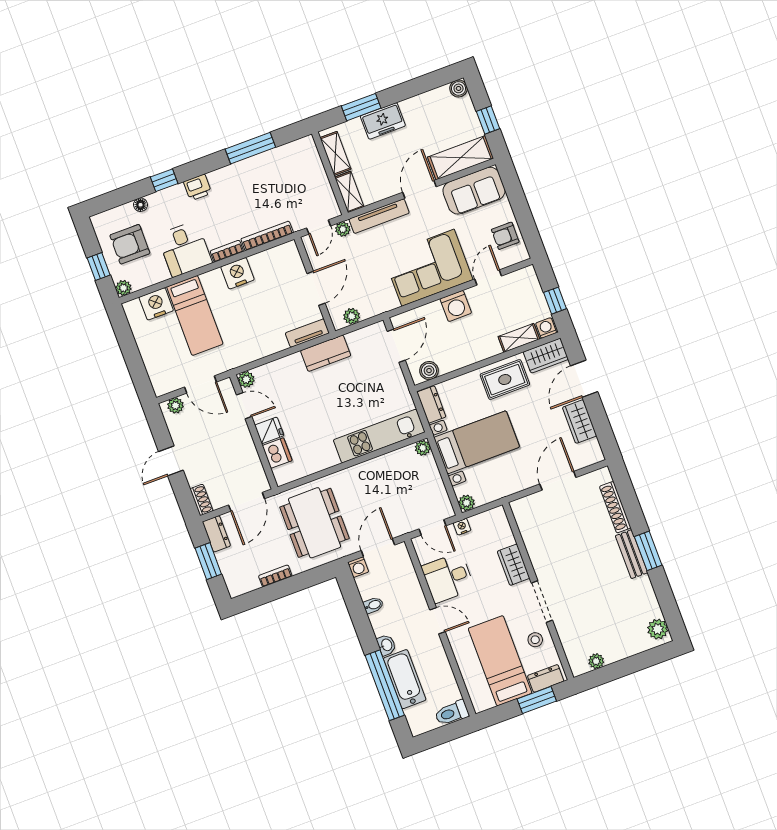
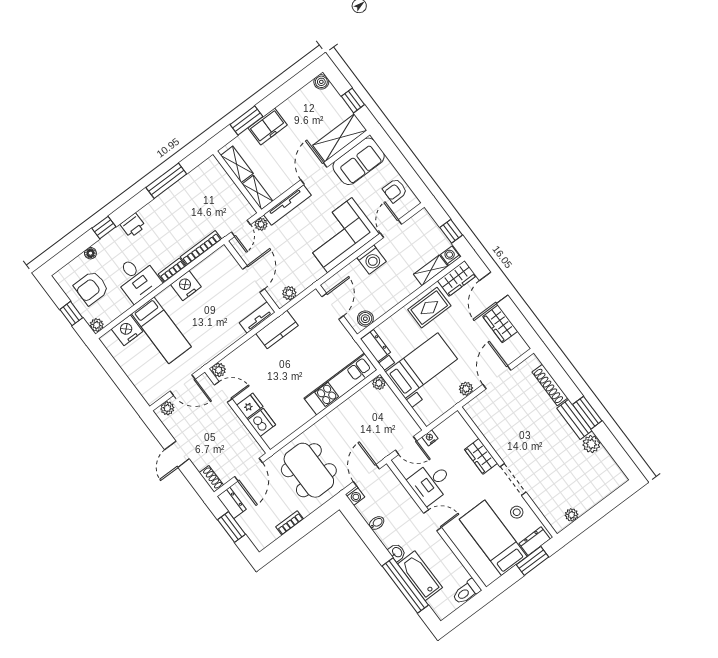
plant: (467, 503) -> (466, 389), moved
plant: (658, 629) -> (591, 444), moved

